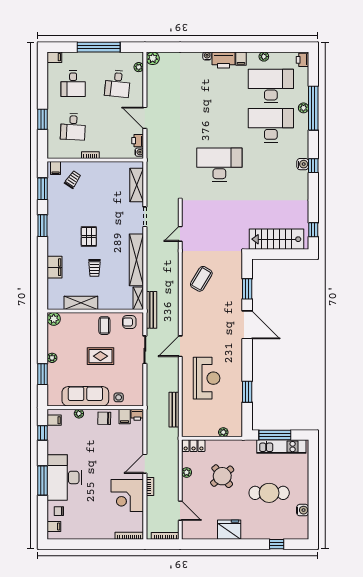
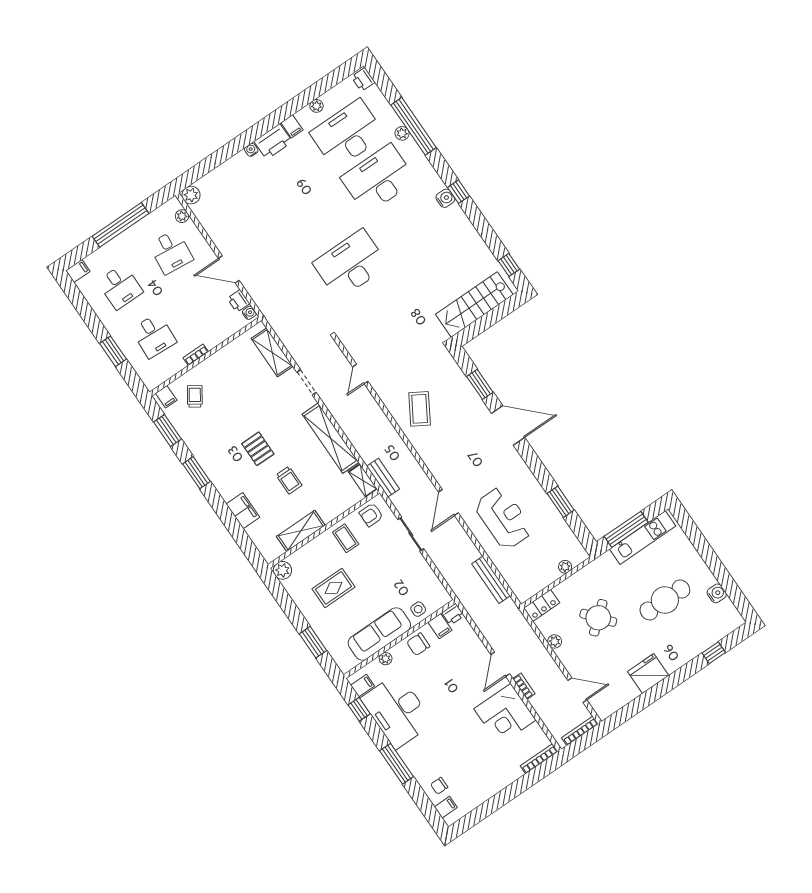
bench: (151, 310) -> (383, 478), width x0.73
rug: (100, 356) -> (334, 588), moved
plant: (52, 358) -> (311, 616), removed
desk: (64, 477) -> (397, 711), moved

